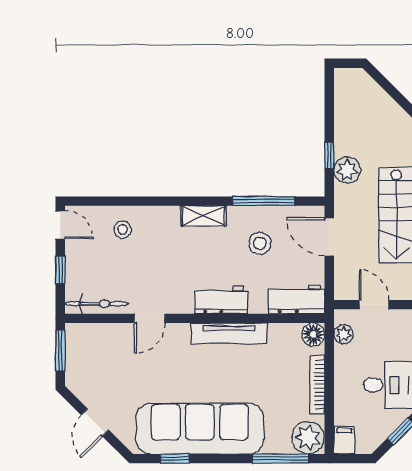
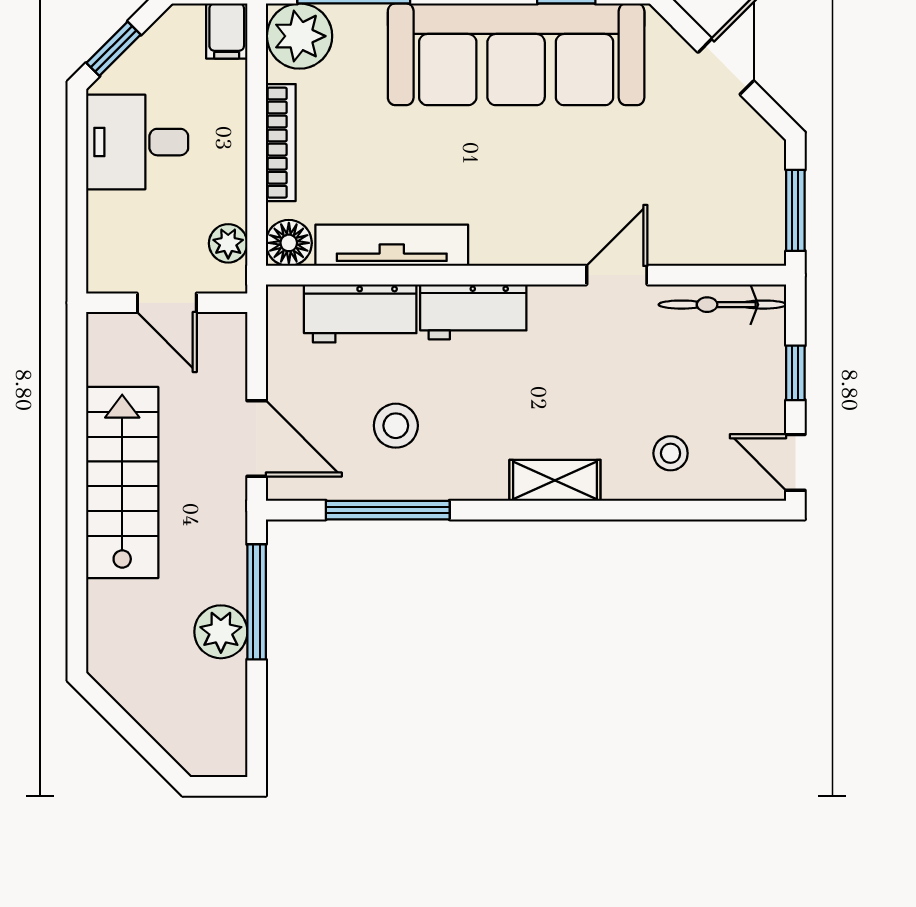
window: (329, 155) -> (257, 602), width x2.17
plant: (347, 170) -> (221, 632), moved
shelving: (203, 216) -> (555, 480), moved
workbench: (297, 299) -> (360, 313), moved
tv unit: (229, 333) -> (392, 245), moved

